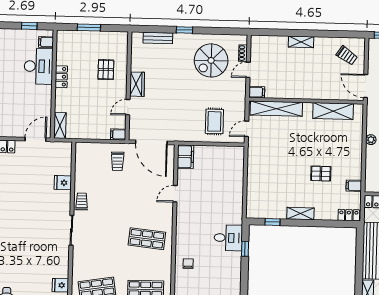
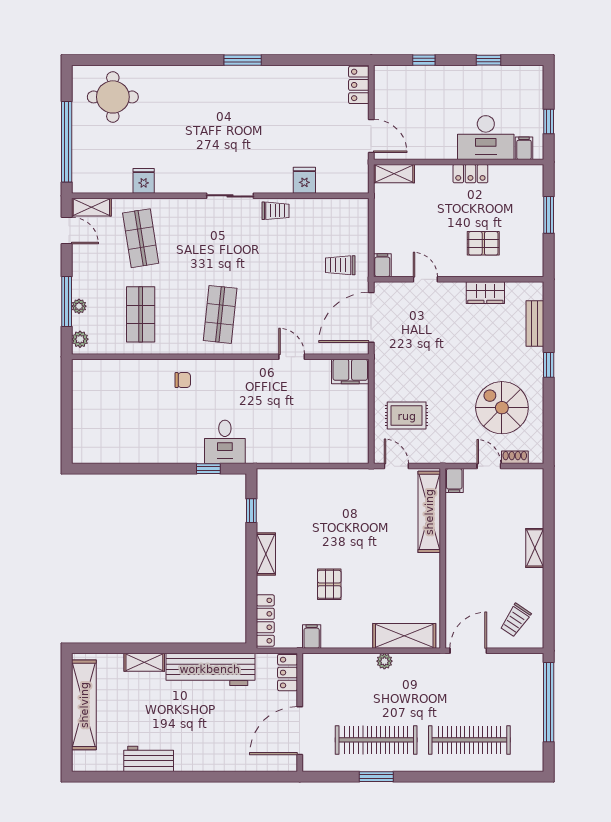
wardrobe: (137, 84) -> (485, 293), moved
shelving: (333, 111) -> (404, 636), moved, turned 90
locker: (349, 215) -> (265, 621), width x1.53

